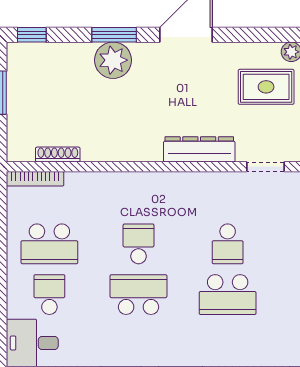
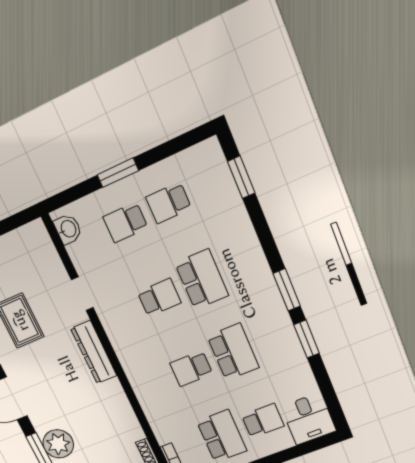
school desk: (49, 295) -> (263, 421), turned 180
school desk: (138, 295) -> (233, 352), turned 180

